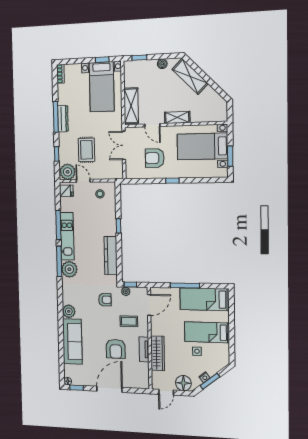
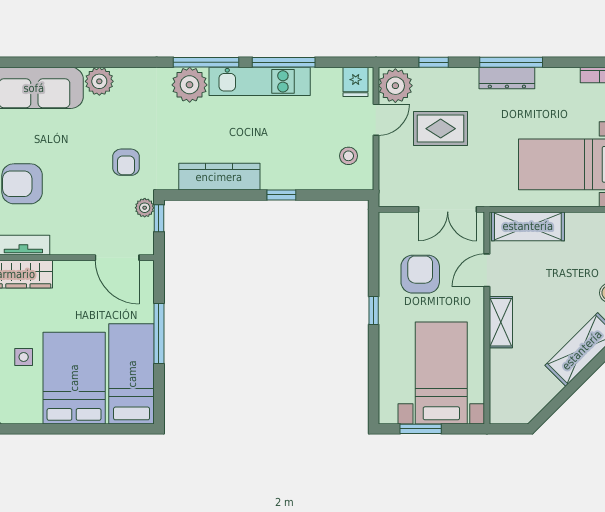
double door: (124, 145) -> (448, 209), swing flipped
coffee table: (129, 321) -> (82, 213), removed
bed: (207, 332) -> (74, 378), width x1.50

